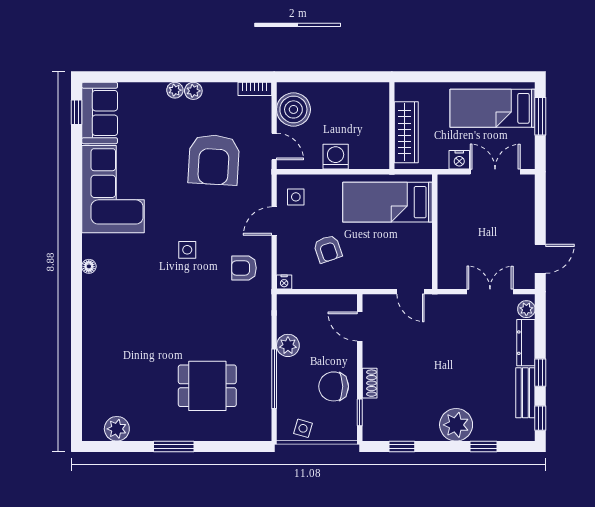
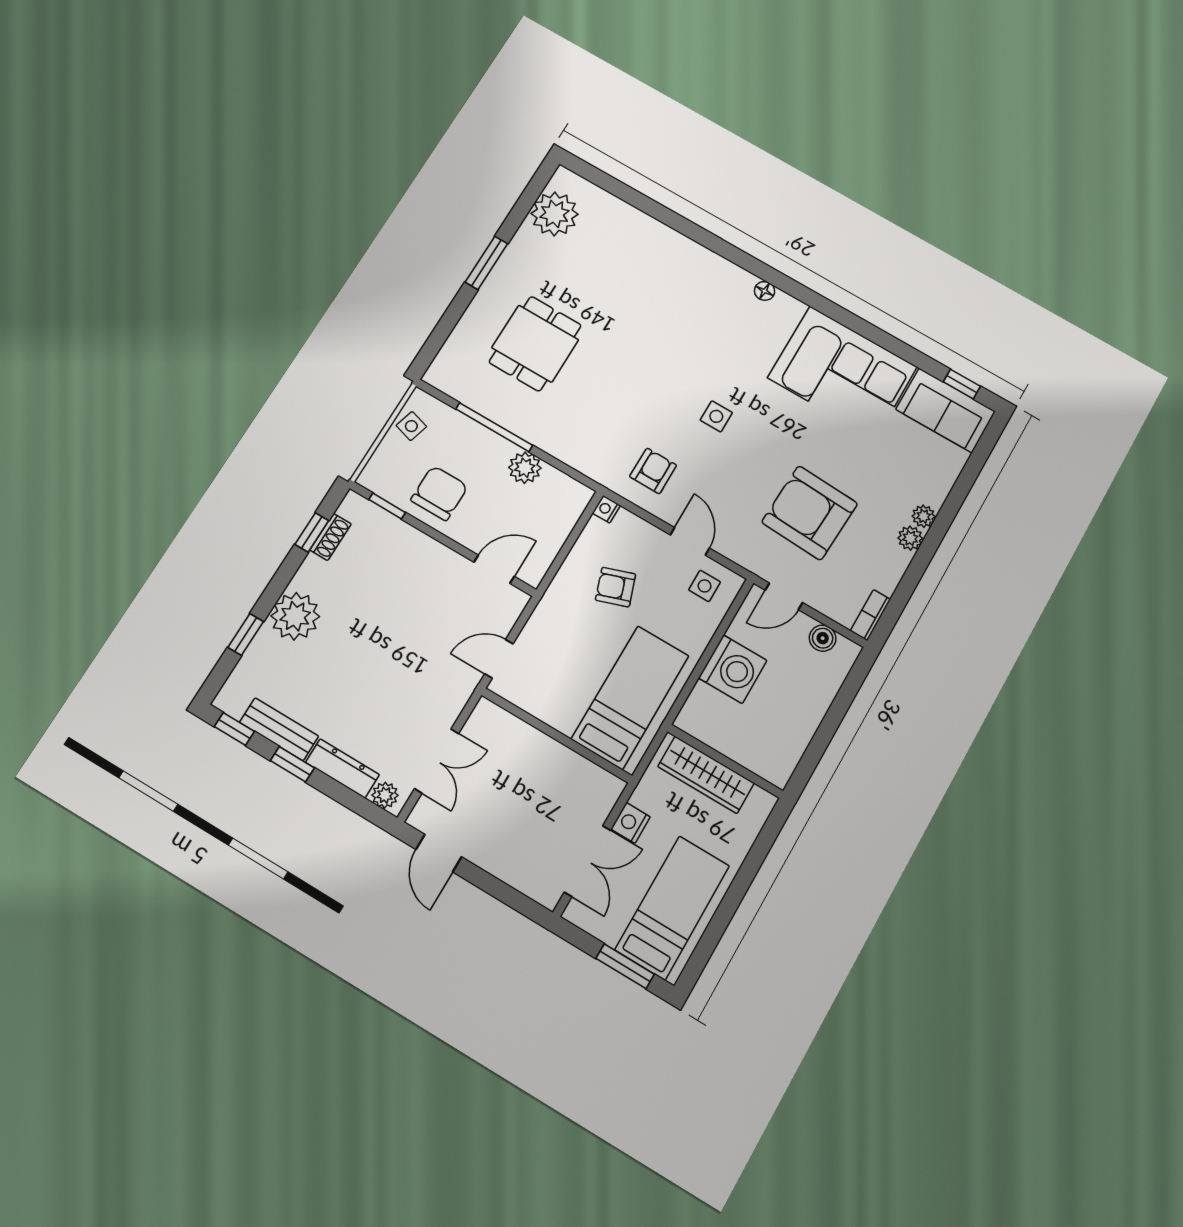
boiler: (293, 109) -> (823, 638), width x0.54, depth x0.54
washing machine: (336, 157) -> (733, 669), width x1.37, depth x1.37
shoe rack: (370, 383) -> (330, 537), moved, turned -90
plant: (117, 429) -> (555, 214), width x1.36, depth x1.36

